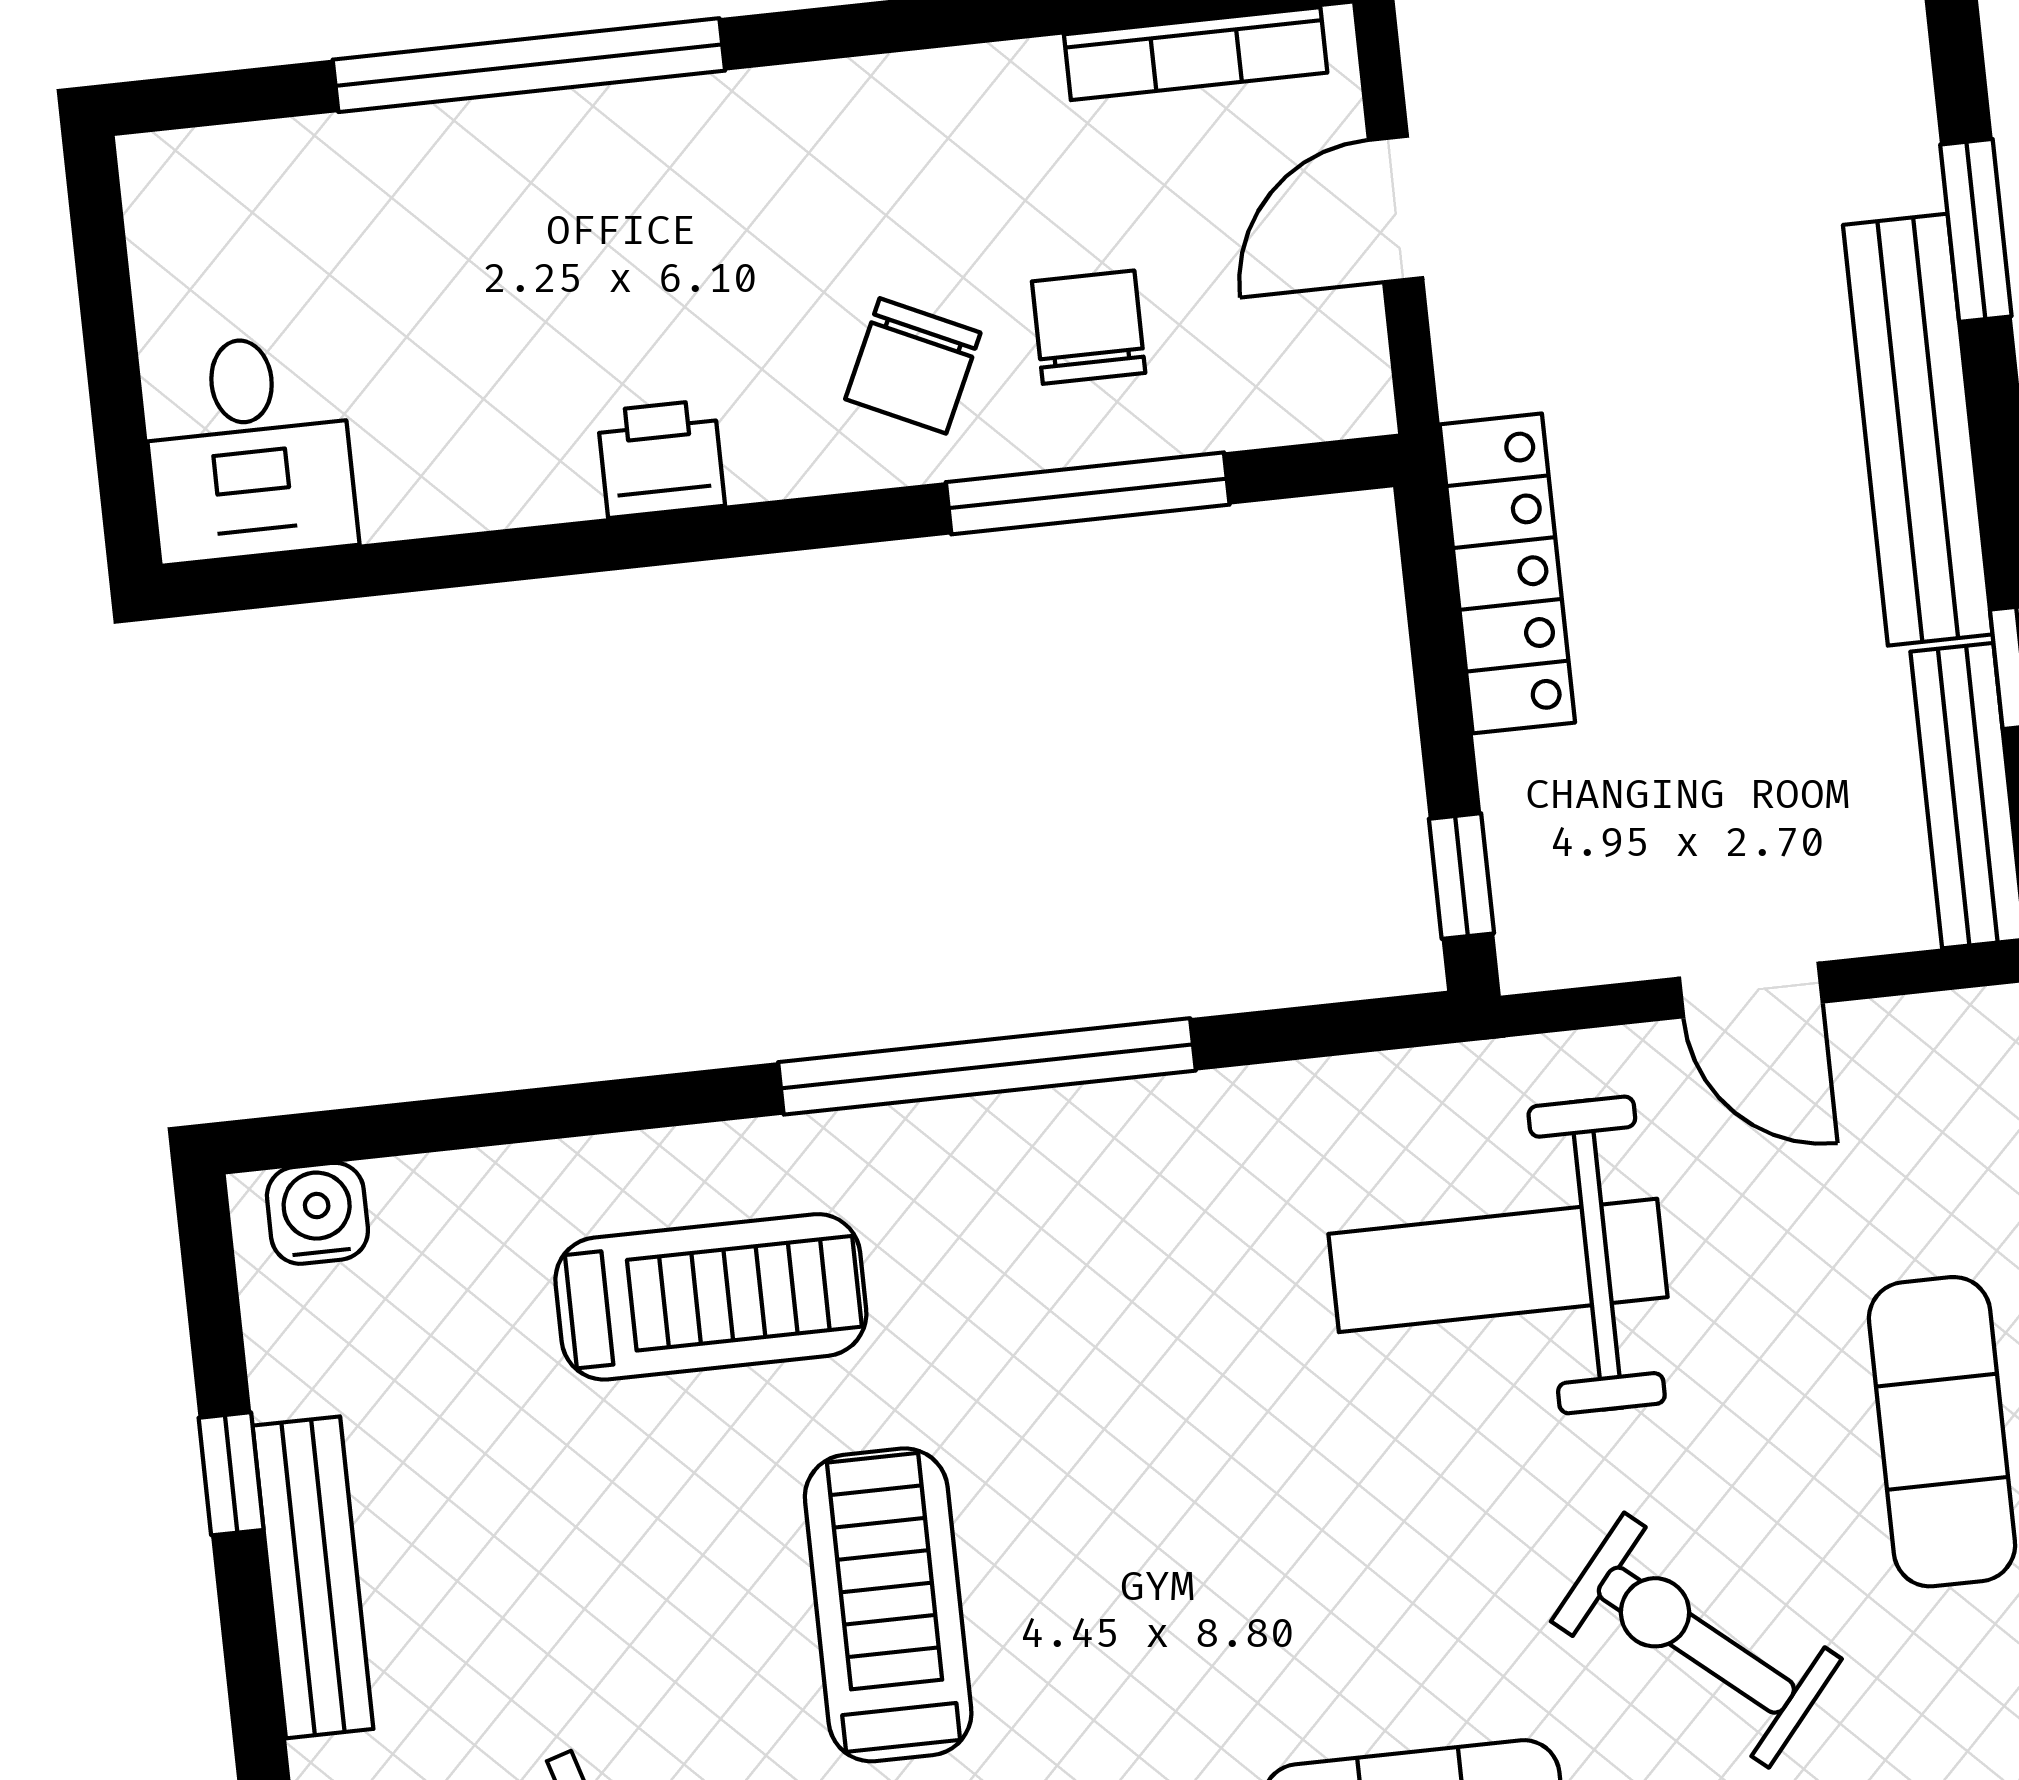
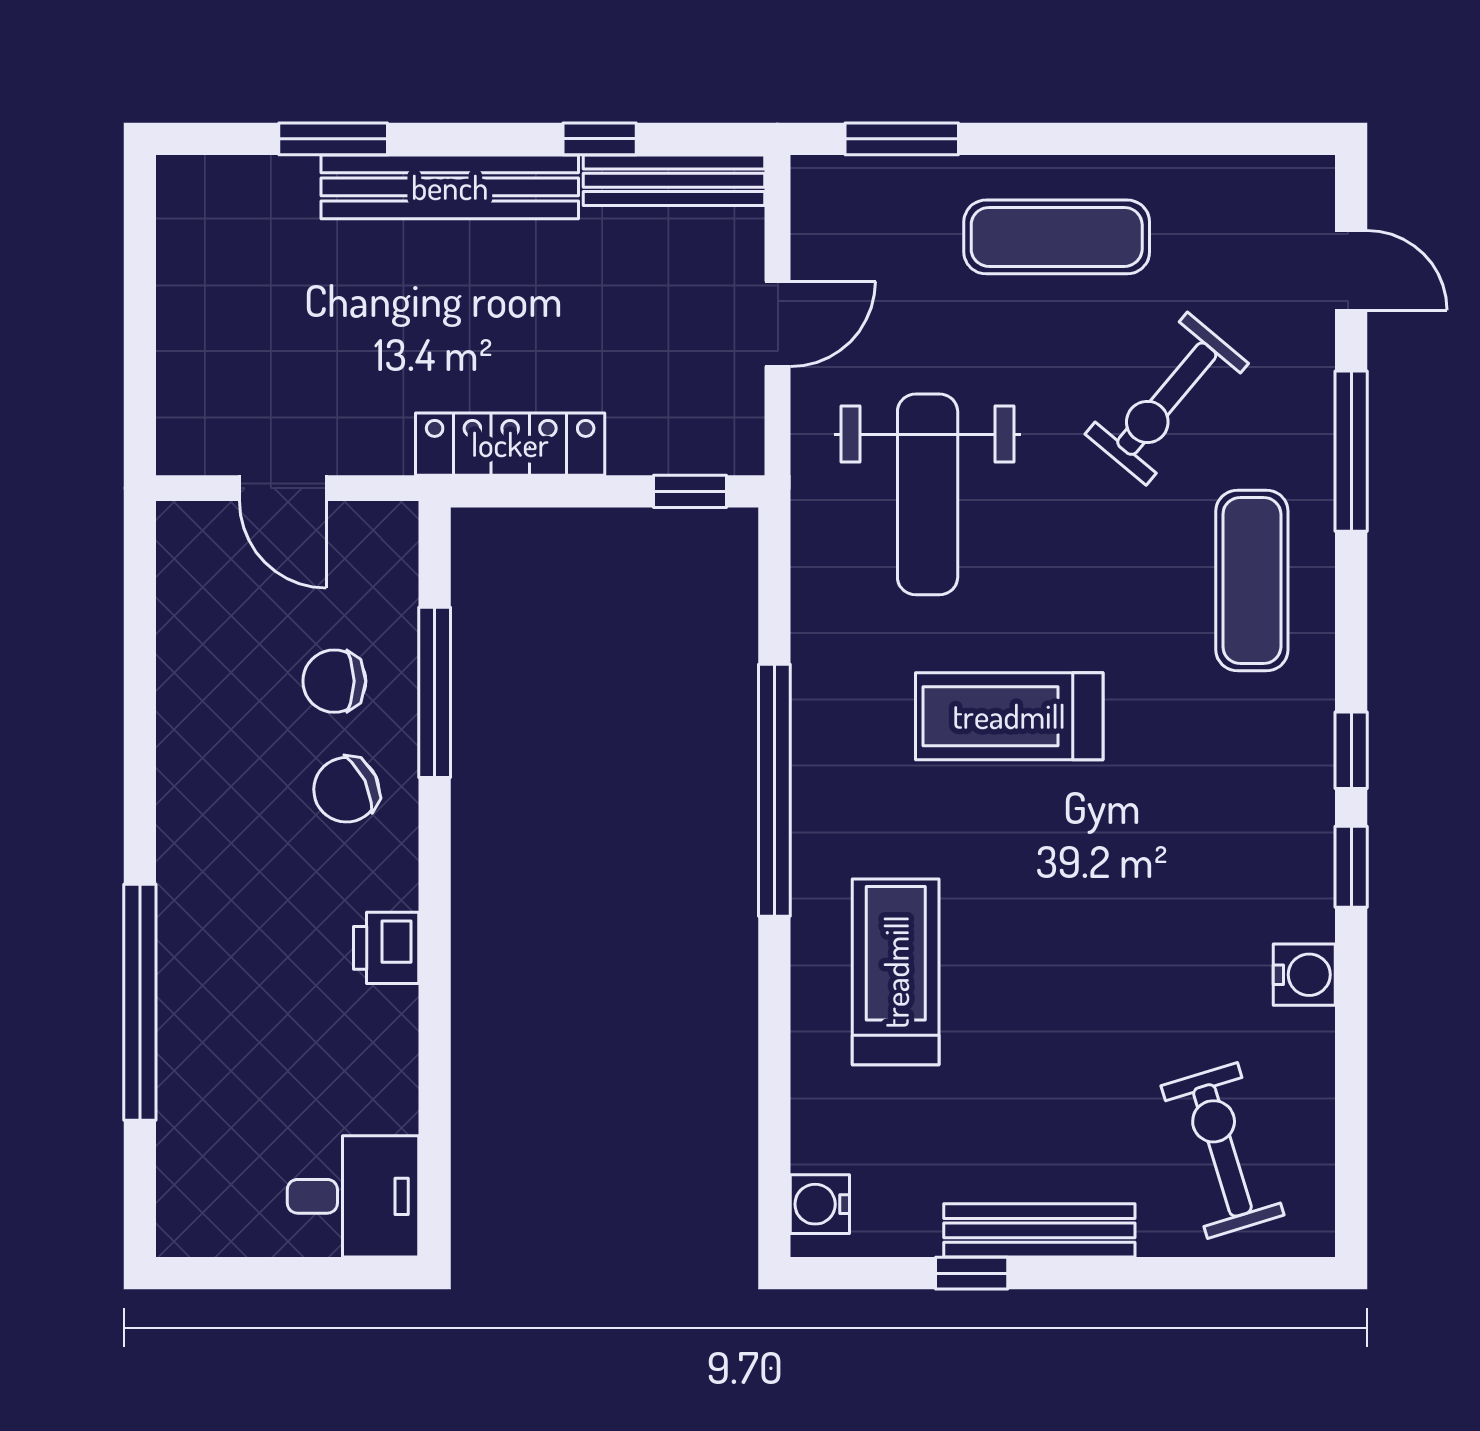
bookcase: (1196, 54) -> (176, 599), removed
chair: (913, 366) -> (346, 790), turned 129
treadmill: (888, 1605) -> (1009, 716), moved

